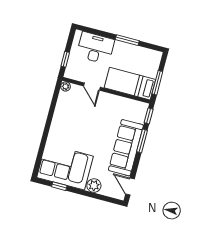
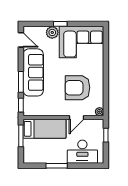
door: (92, 87) -> (77, 118), swing flipped
armchair: (82, 119) -> (77, 88), added
window: (59, 186) -> (60, 24), moved

